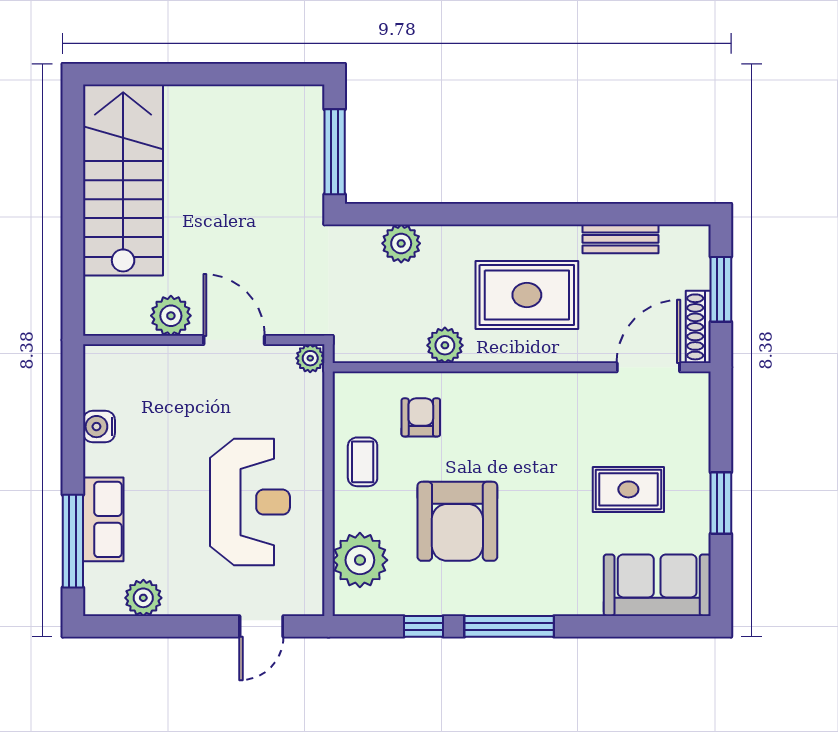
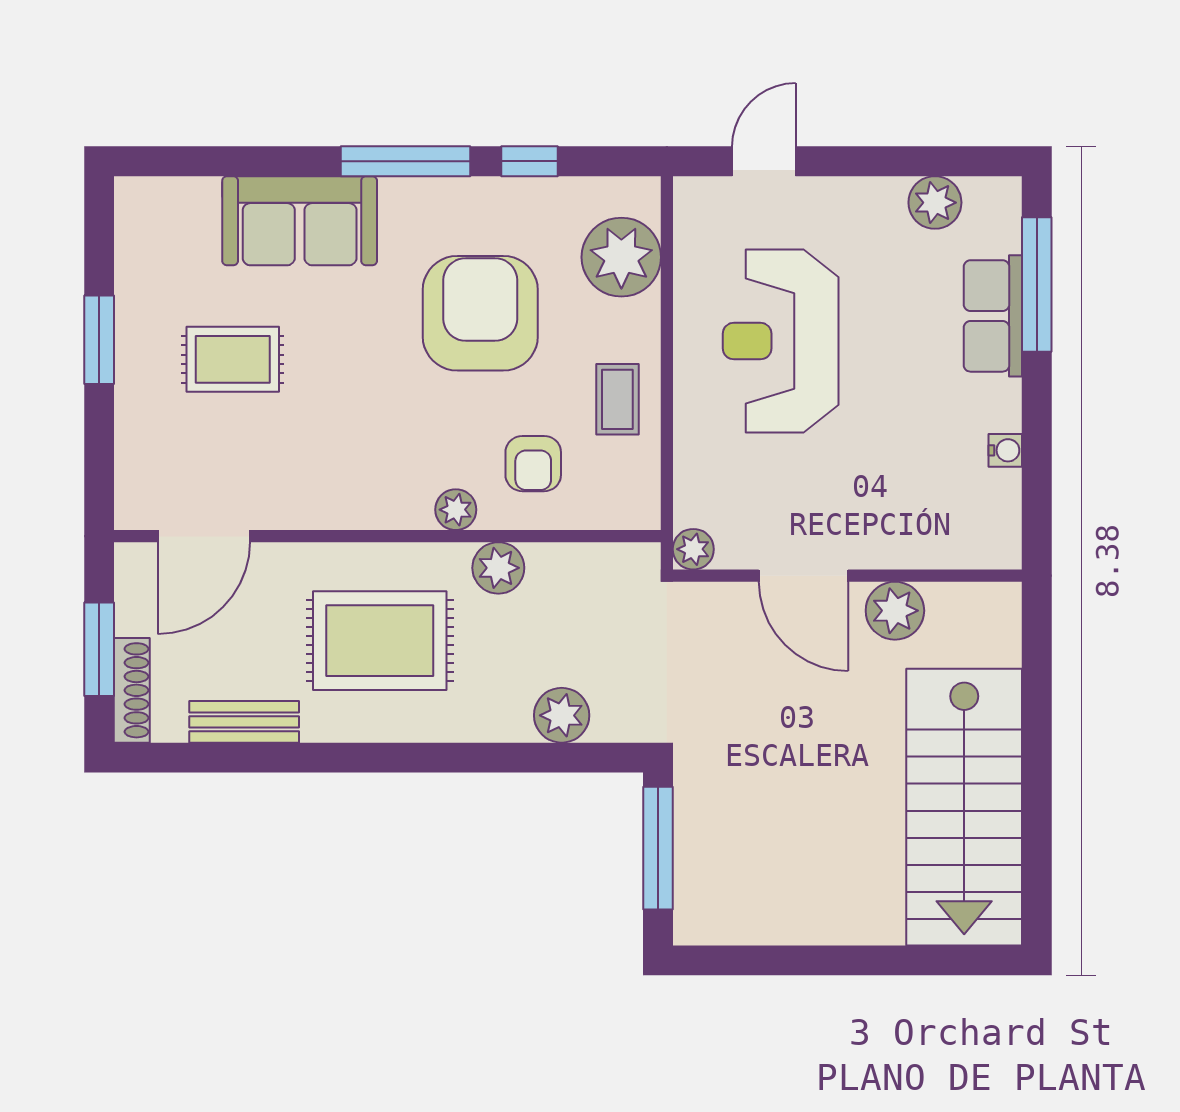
shoe rack: (698, 327) -> (132, 690), moved
plant: (474, 386) -> (456, 510), added
water cooler: (99, 427) -> (1005, 450), width x0.72, depth x0.72
sofa: (657, 585) -> (300, 221), moved

